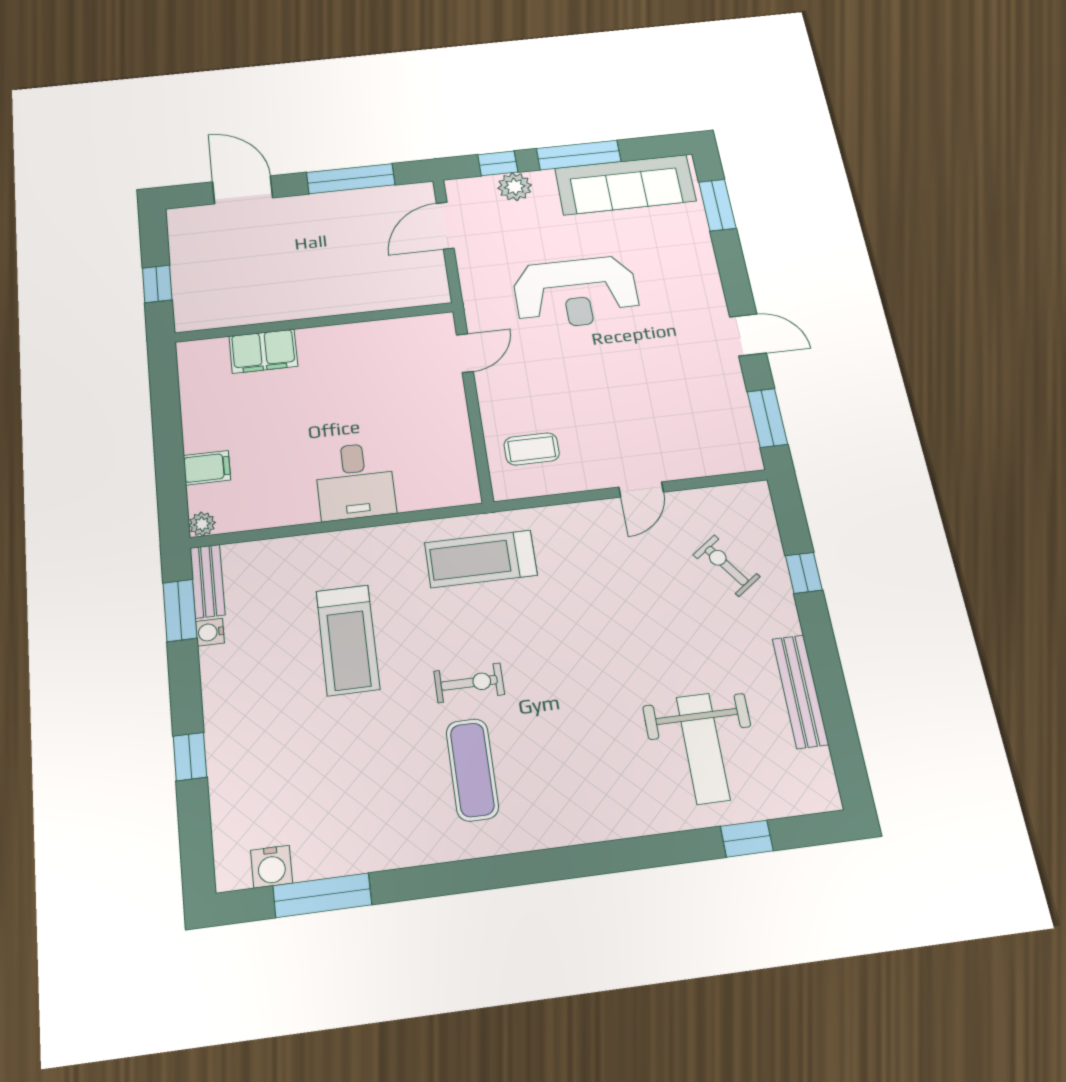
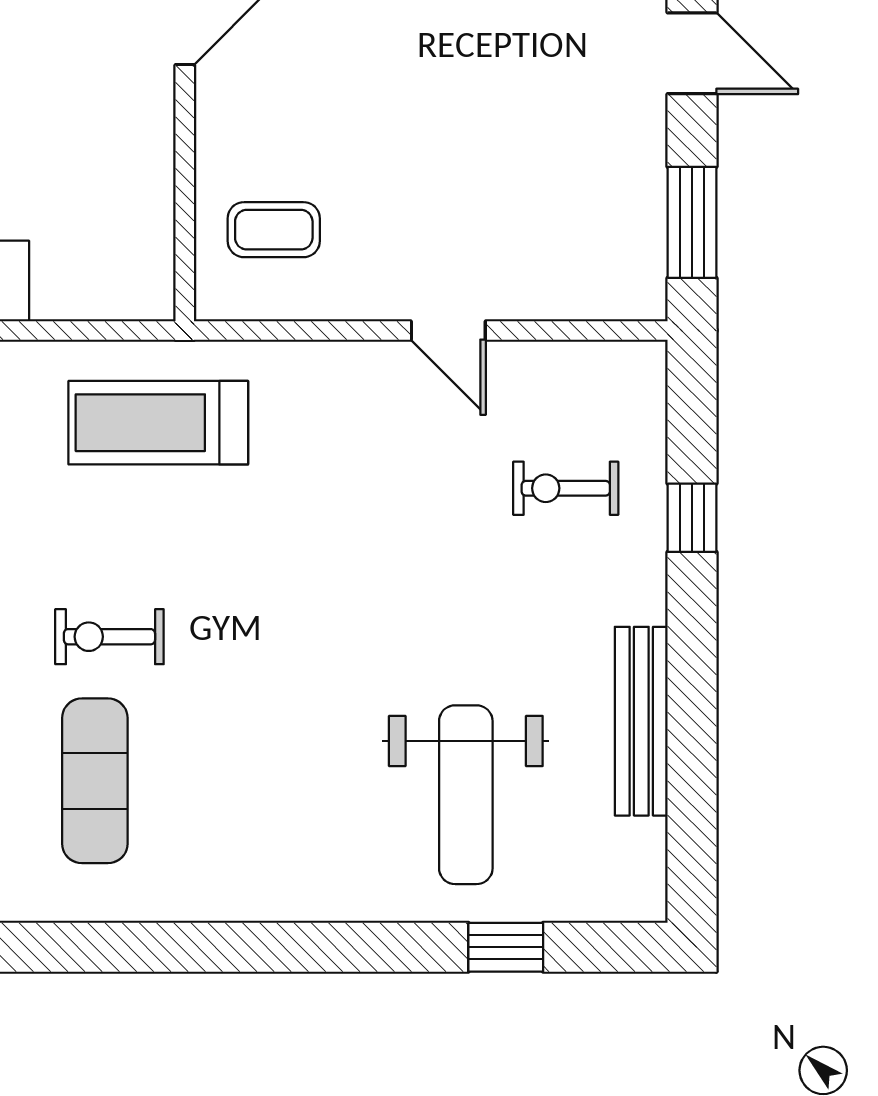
door: (641, 490) -> (448, 330), hinge flipped
exercise bike: (727, 566) -> (566, 488), turned -54
exercise bike: (469, 683) -> (109, 637), turned 180

